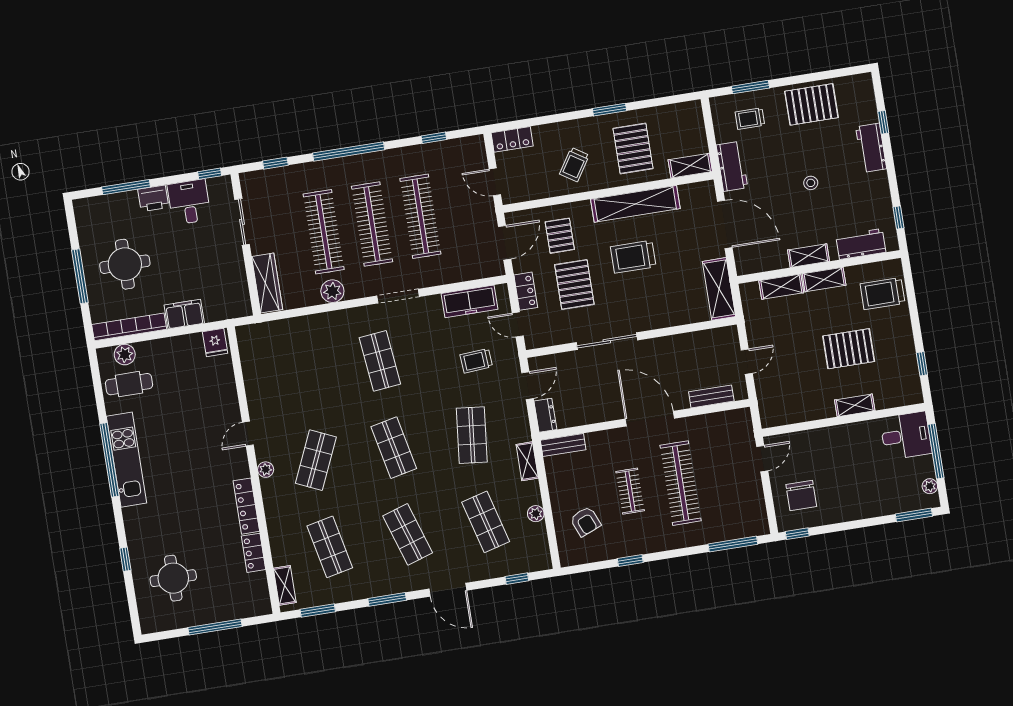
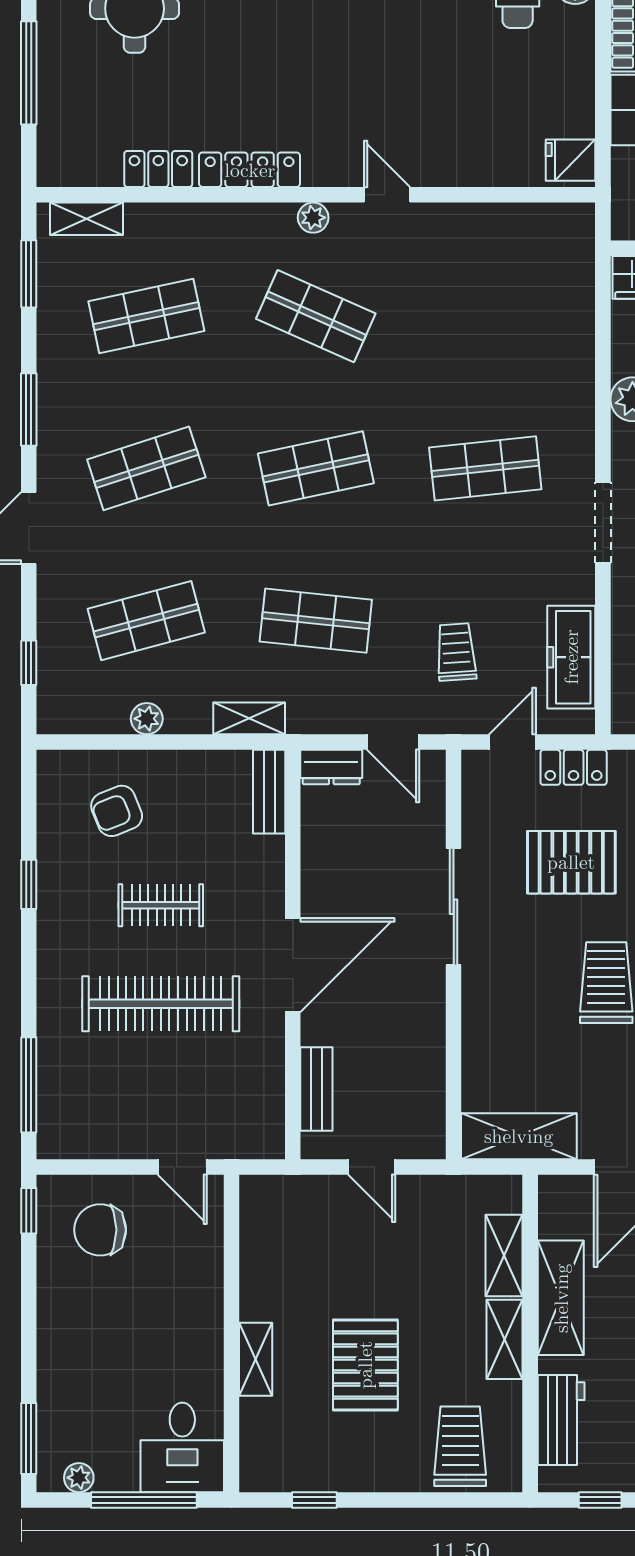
shelving: (808, 256) -> (561, 1298), width x1.50, depth x1.33

